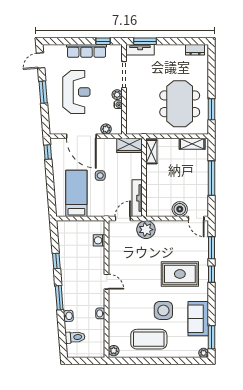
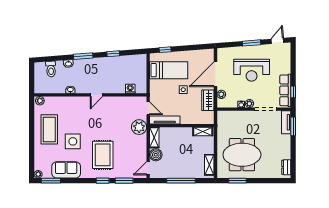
row of seats: (86, 51) -> (285, 90), moved
door: (41, 61) -> (277, 41), hinge flipped
wardrobe: (129, 145) -> (208, 100), moved
window: (48, 152) -> (165, 50), moved
shelving: (159, 211) -> (154, 137), added

